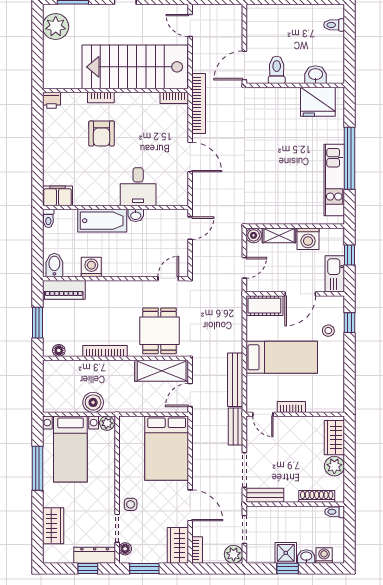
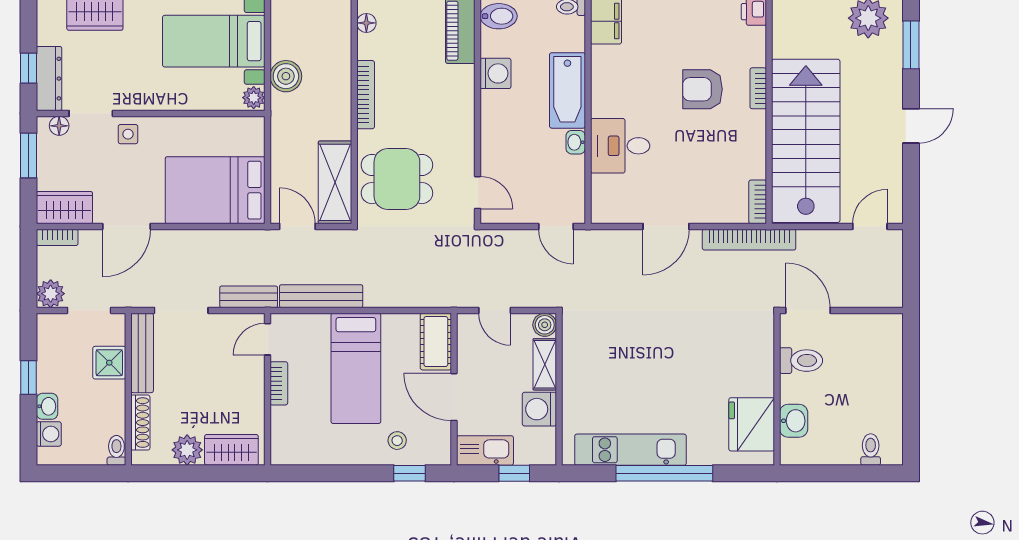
bench: (265, 495) -> (142, 353), width x1.36
shower: (286, 553) -> (109, 363), moved

